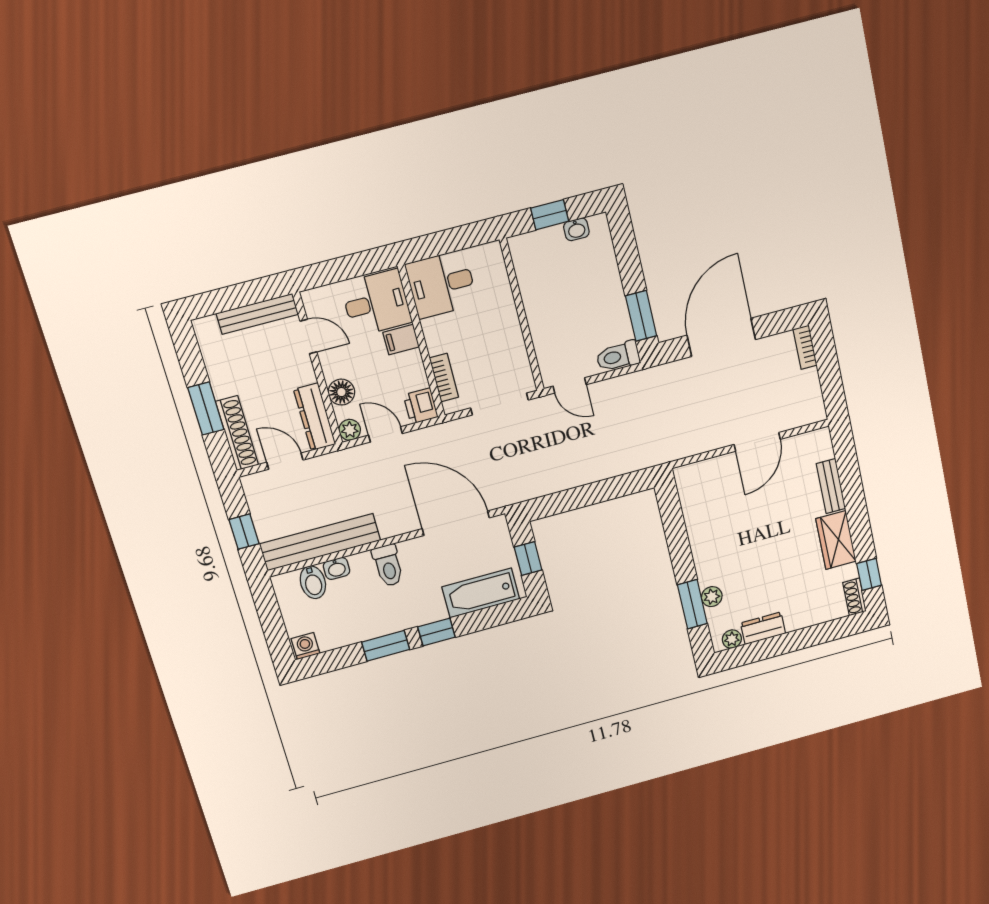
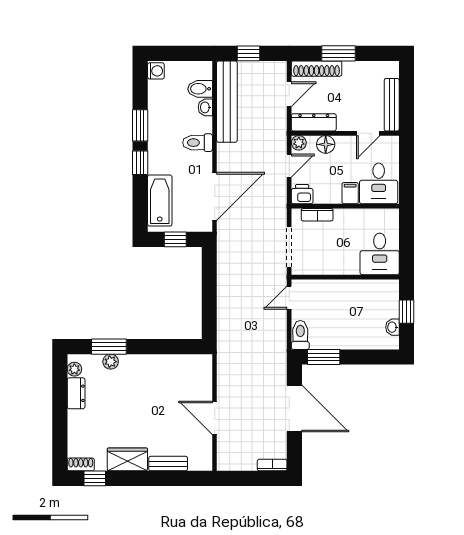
desk: (441, 284) -> (380, 254), moved, turned 180

